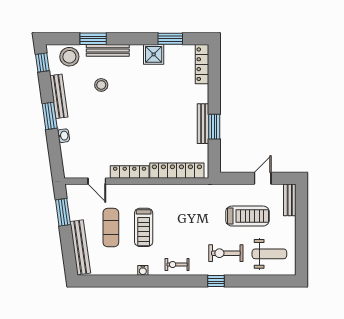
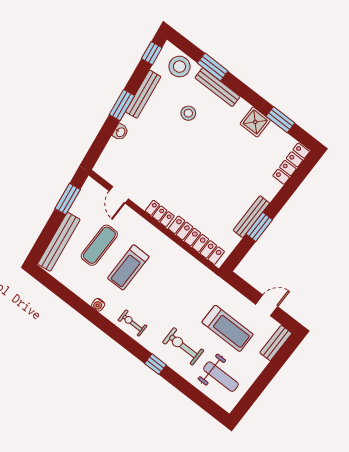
locker: (130, 172) -> (160, 214), width x0.66

